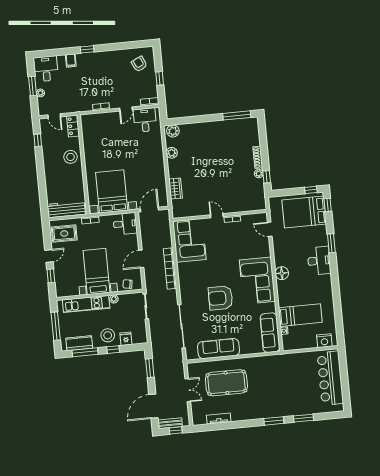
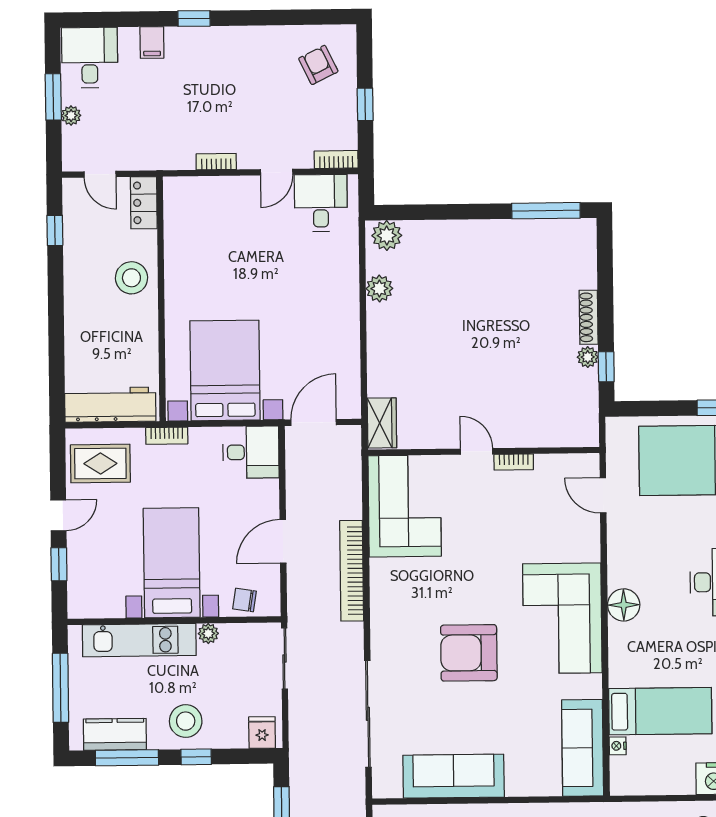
wardrobe: (176, 189) -> (382, 423), moved
fridge: (126, 339) -> (262, 733), moved

